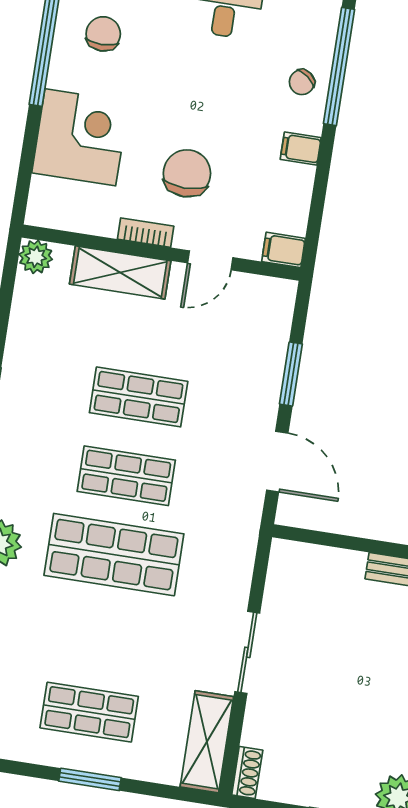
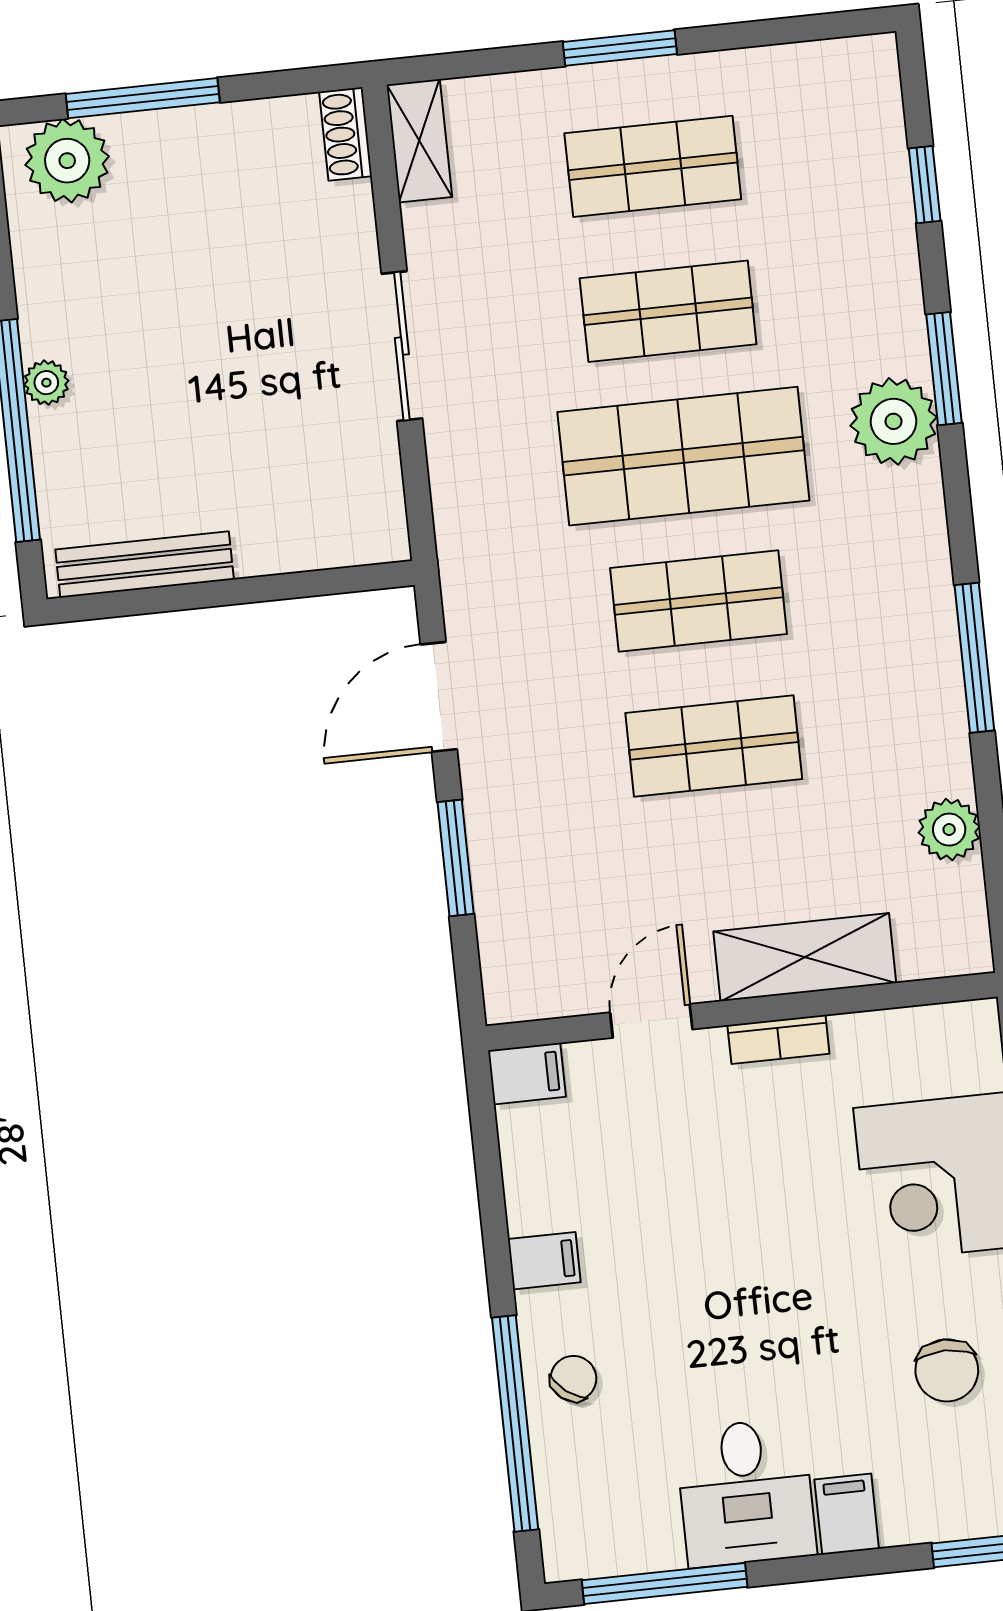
chair: (187, 173) -> (733, 1163), removed
plant: (36, 257) -> (949, 830), moved
door: (277, 462) -> (439, 697), hinge flipped
shop shelf: (102, 633) -> (668, 311), added
shelving: (207, 742) -> (419, 141), width x0.67, depth x0.75

